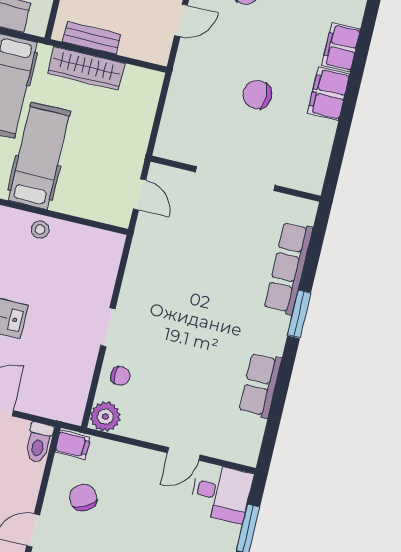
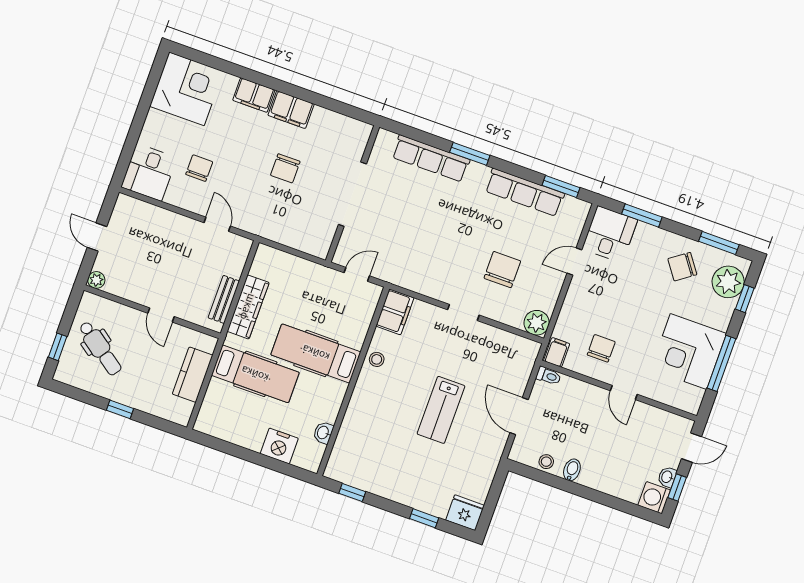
filing cabinet: (100, 245) -> (395, 312), added
chair: (120, 376) -> (502, 270), moved, width x1.87, depth x1.87
row of seats: (260, 385) -> (525, 192), width x1.48
window: (272, 428) -> (561, 186), added
toilet: (39, 443) -> (549, 376), width x0.73, depth x0.72
door: (184, 454) -> (574, 262), swing flipped
chair: (83, 498) -> (601, 348), turned 118

